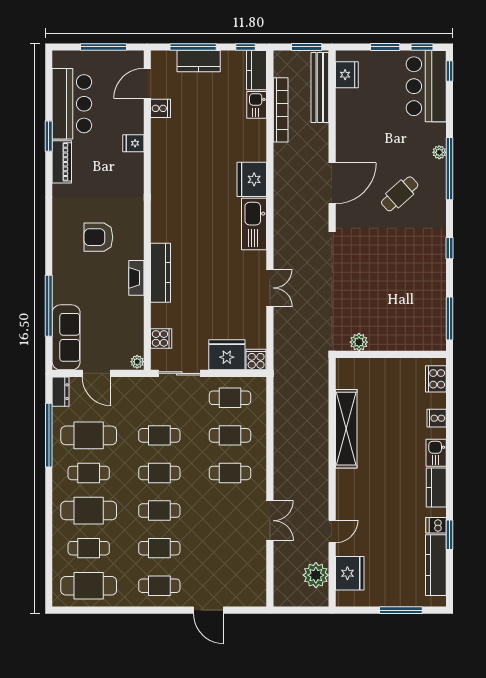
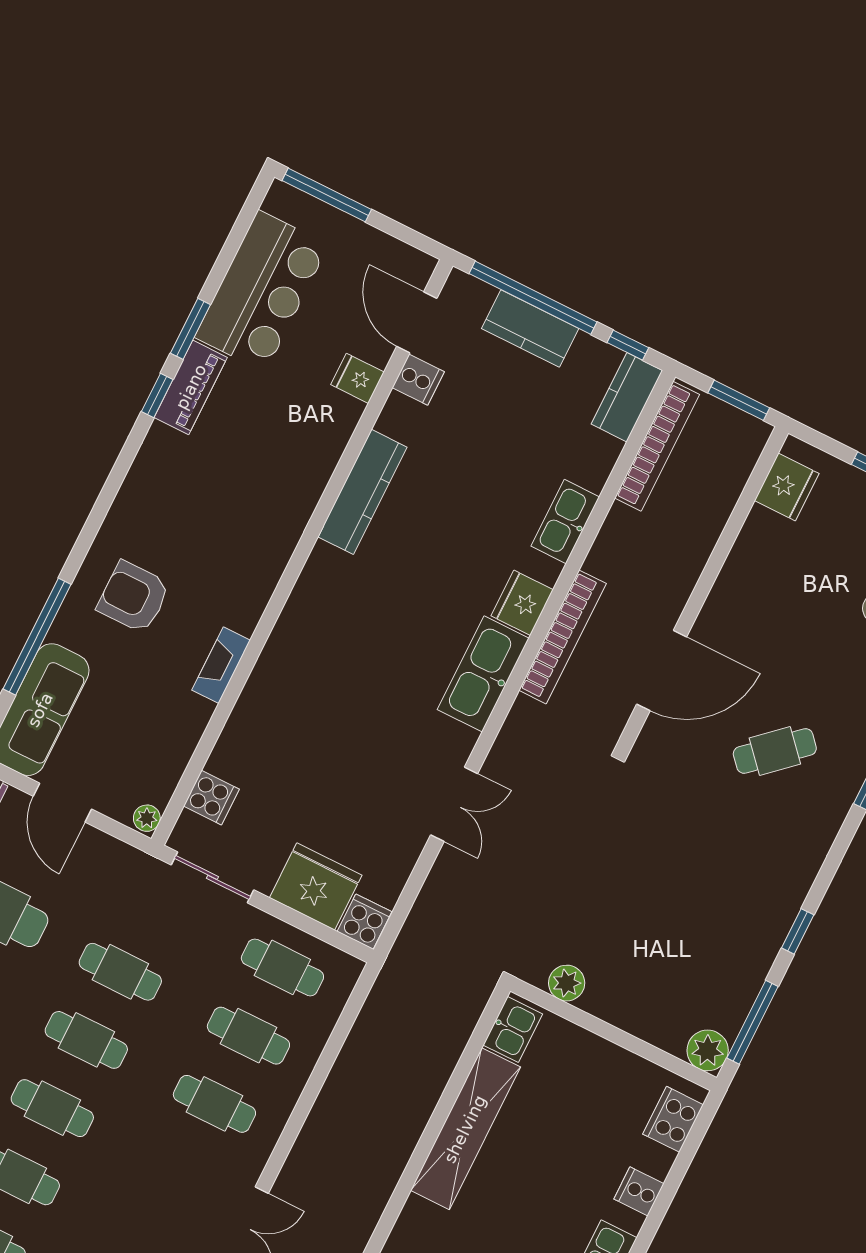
window: (104, 47) -> (327, 195), moved
window: (193, 47) -> (533, 298), width x1.46
door: (147, 83) -> (417, 322), hinge flipped
bench: (320, 87) -> (726, 486), removed
kitchen sink: (257, 105) -> (565, 521), moved, width x1.38
bookcase: (281, 110) -> (657, 446), moved
fridge: (133, 143) -> (357, 378), moved
window: (49, 173) -> (157, 396), added
fridge: (252, 179) -> (522, 603), width x0.73, depth x0.75
bookcase: (281, 190) -> (563, 637), added
armchair: (98, 237) -> (134, 597), moved
window: (450, 248) -> (798, 931), moved
kitchen counter: (161, 273) -> (362, 492), moved
plant: (436, 341) -> (708, 1050), added
kitchen sink: (345, 374) -> (513, 1029), added

